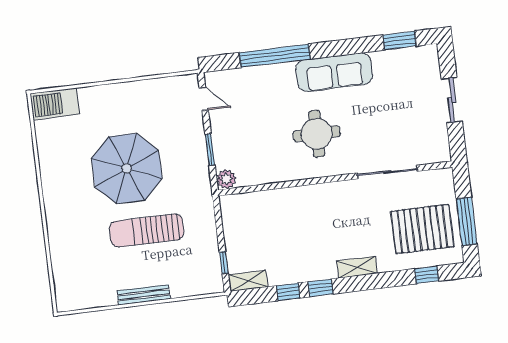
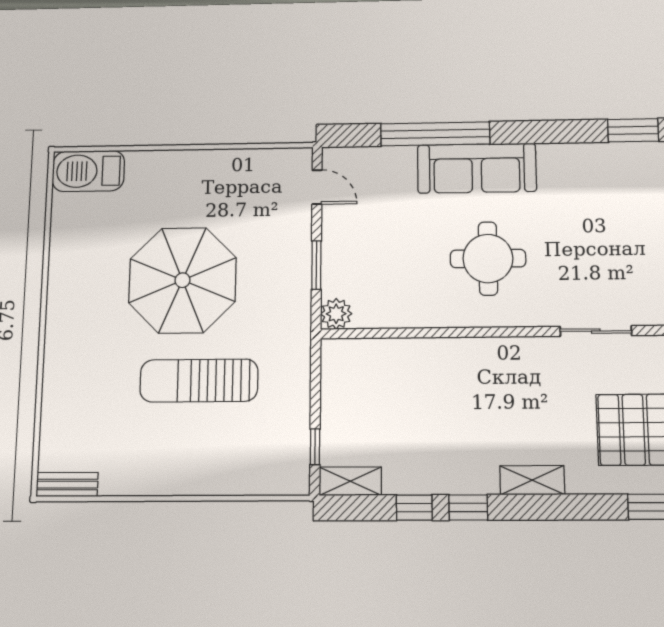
sofa: (334, 72) -> (477, 168), moved
sliding door: (387, 172) -> (596, 331), width x0.73
bench: (144, 295) -> (67, 485), moved, width x0.73

